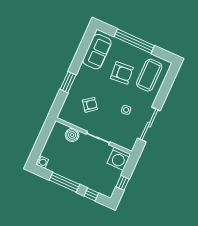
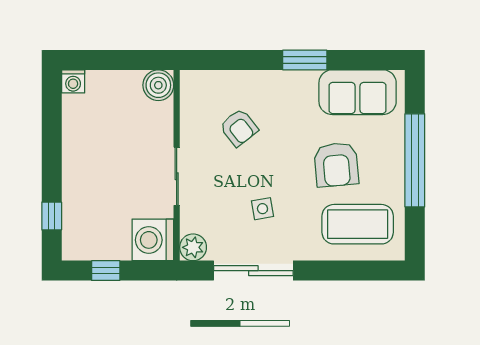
window: (68, 82) -> (305, 60), moved
boiler: (72, 135) -> (158, 85), moved
plant: (129, 144) -> (193, 247), added
window: (64, 182) -> (52, 148), removed

